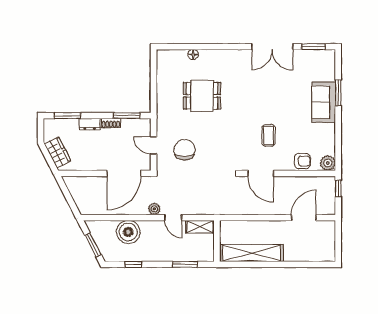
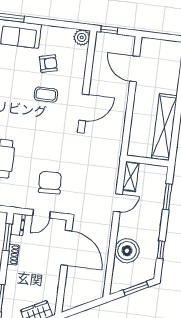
dresser: (90, 124) -> (18, 224), moved
chair: (184, 150) -> (50, 183), turned 87
armchair: (302, 161) -> (48, 64), moved, turned 76
plant: (154, 209) -> (107, 221), removed

